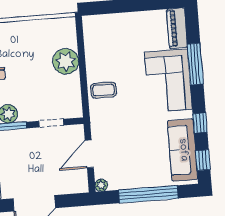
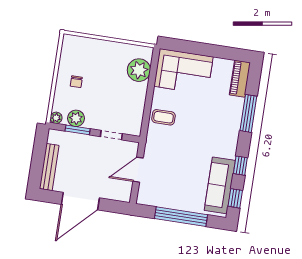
plant: (66, 61) -> (139, 70), moved
corner sofa: (168, 81) -> (184, 72), moved, turned -90
plant: (101, 185) -> (142, 199), removed

